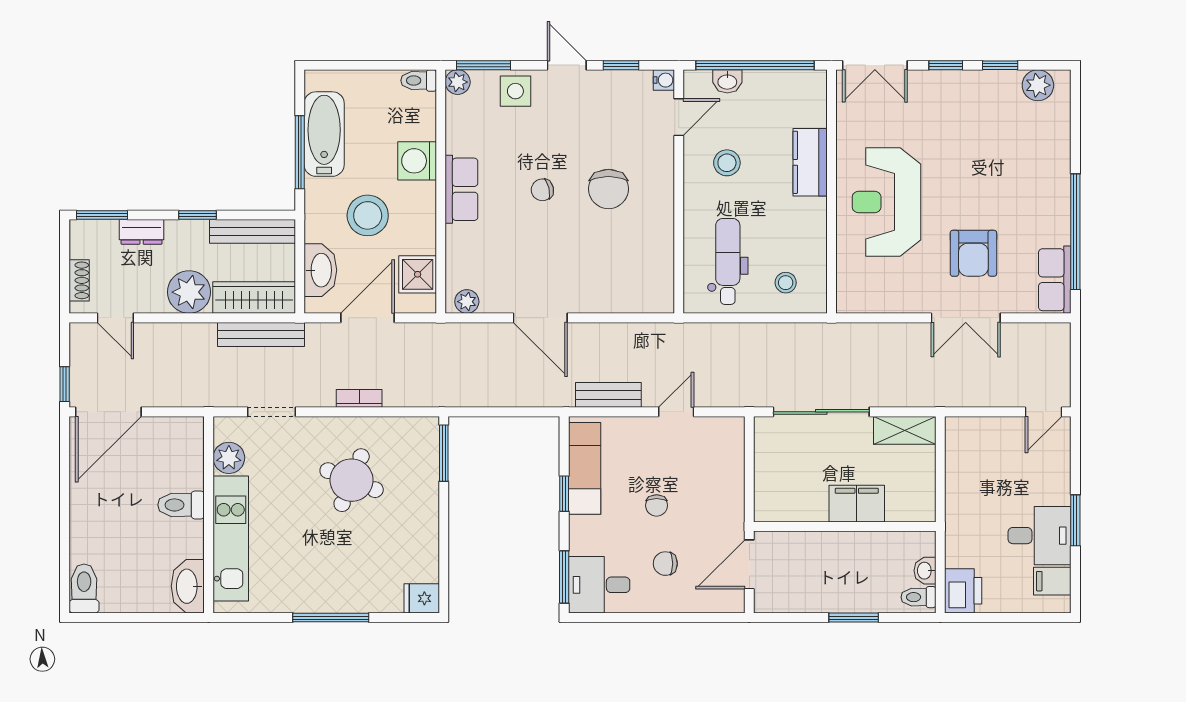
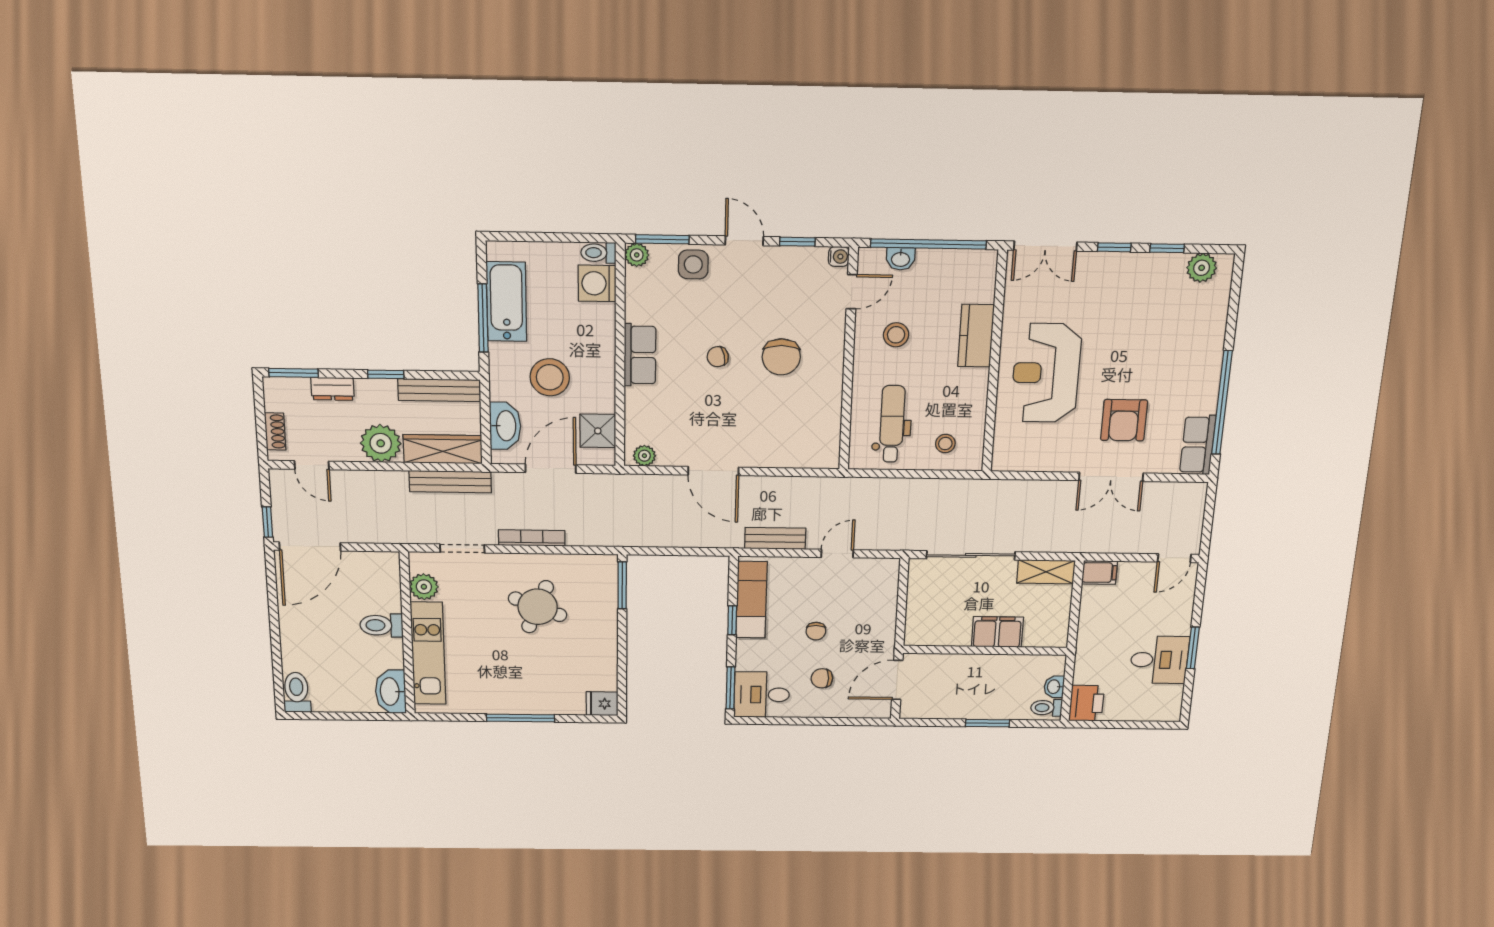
washing machine: (417, 161) -> (597, 283), moved
bookcase: (359, 398) -> (532, 538), width x1.56
filing cabinet: (1052, 581) -> (1100, 573), moved, turned 180

